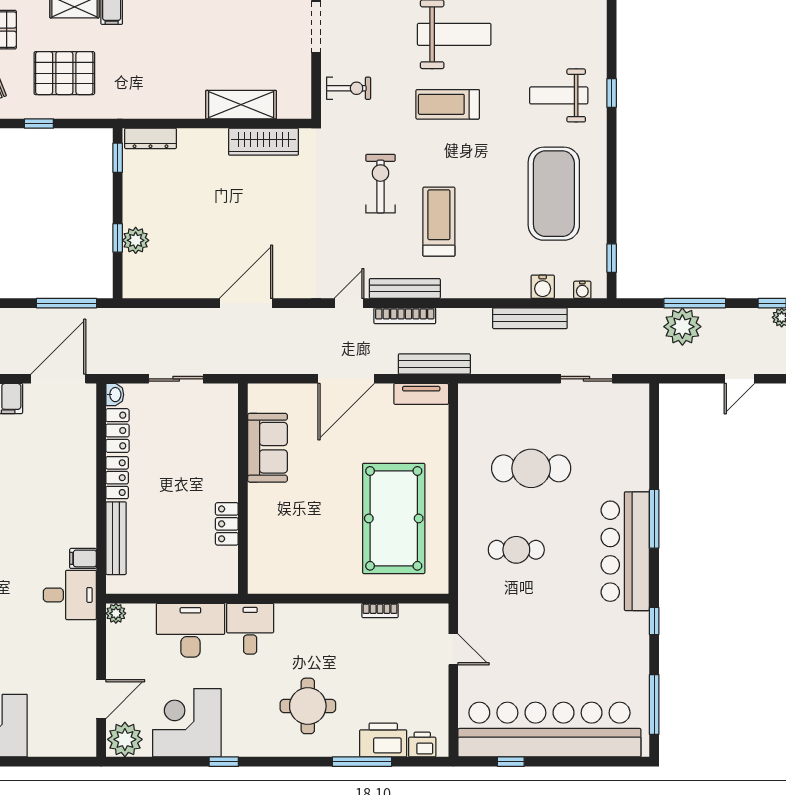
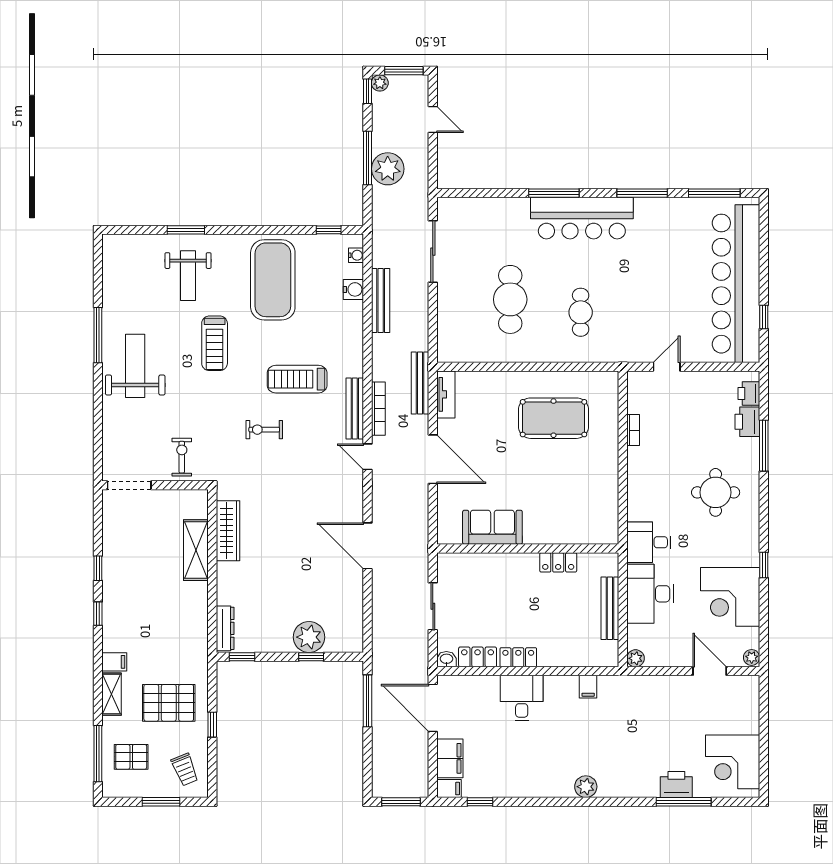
pallet: (64, 73) -> (169, 703), turned 90
window: (612, 93) -> (186, 230), width x1.50
treadmill: (448, 104) -> (215, 343), moved
exercise bike: (381, 184) -> (264, 430), width x0.73, depth x0.72
exercise mat: (554, 194) -> (273, 280), turned 90
plant: (136, 240) -> (309, 637), width x1.36, depth x1.36
sliding door: (587, 379) -> (433, 252), width x1.37
pool table: (394, 518) -> (553, 418), width x0.73, depth x0.76
bench: (116, 538) -> (610, 608), moved, turned 90
desk: (70, 595) -> (522, 698), moved
window: (654, 621) -> (642, 193), width x2.17
plant: (125, 739) -> (752, 657), width x0.53, depth x0.53
printer: (383, 740) -> (747, 422), width x0.73, depth x0.84

